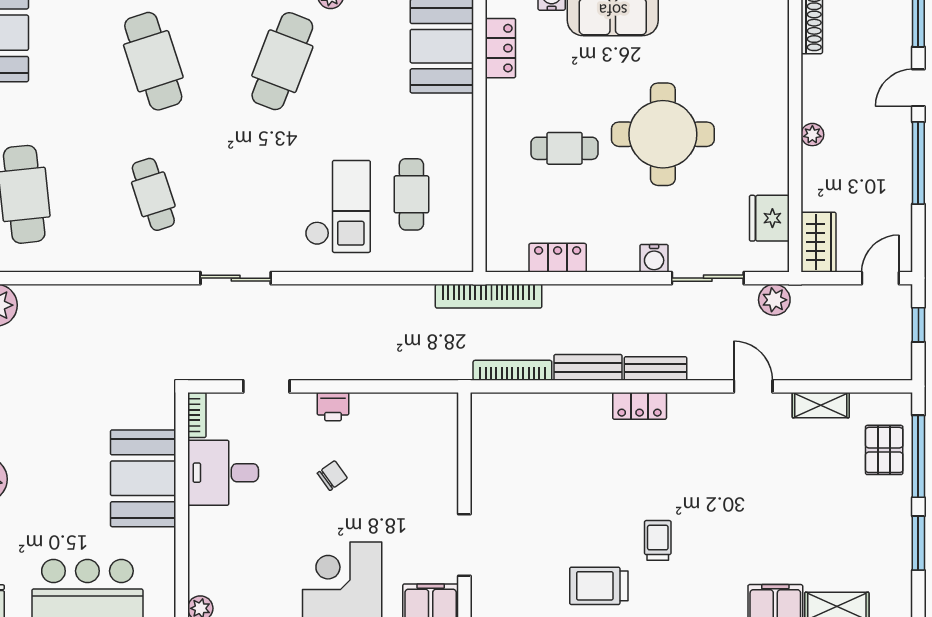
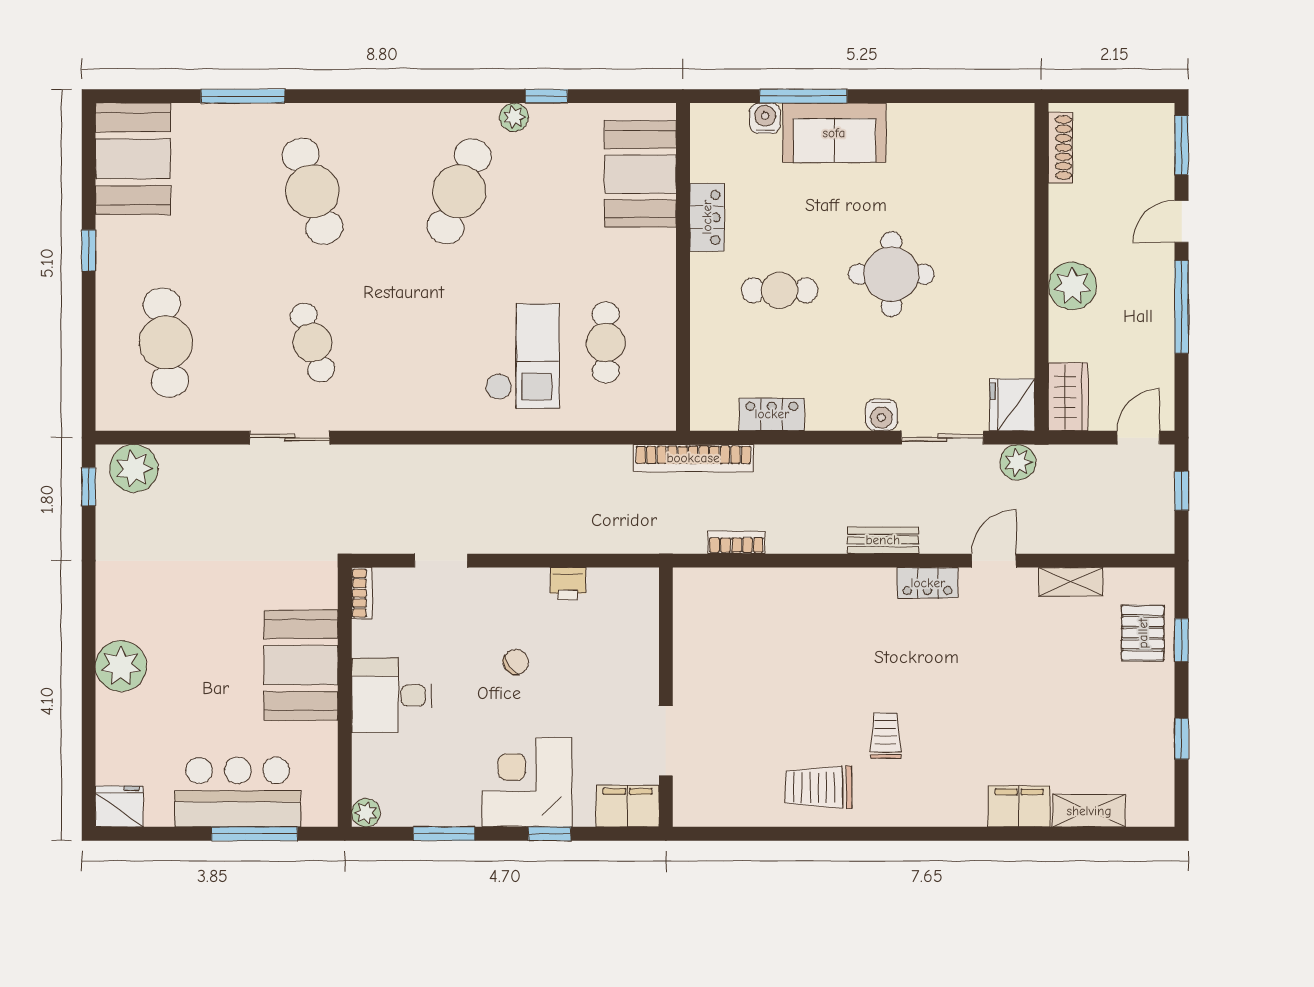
locker: (500, 48) -> (707, 217), moved
round table: (663, 134) -> (891, 274), width x0.73, depth x0.73
plant: (812, 135) -> (1072, 286), width x1.87, depth x1.87
fridge: (769, 218) -> (1012, 405), moved
sliding door: (236, 278) -> (290, 438), moved
bench: (588, 367) -> (806, 539), removed
bookcase: (512, 370) -> (736, 542), width x0.64
door: (753, 386) -> (994, 561), hinge flipped
locker: (640, 406) -> (928, 583), moved
printer: (333, 407) -> (568, 584), moved
window: (918, 456) -> (1182, 640), width x0.46
desk: (223, 473) -> (392, 695), moved
window: (918, 543) -> (1182, 739), width x0.67

